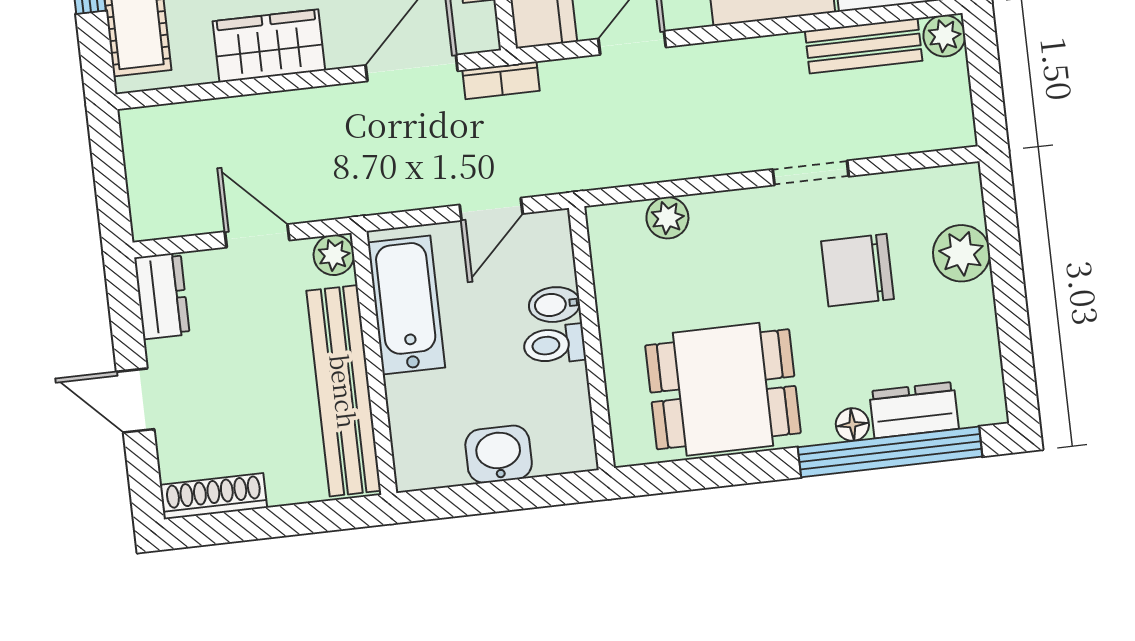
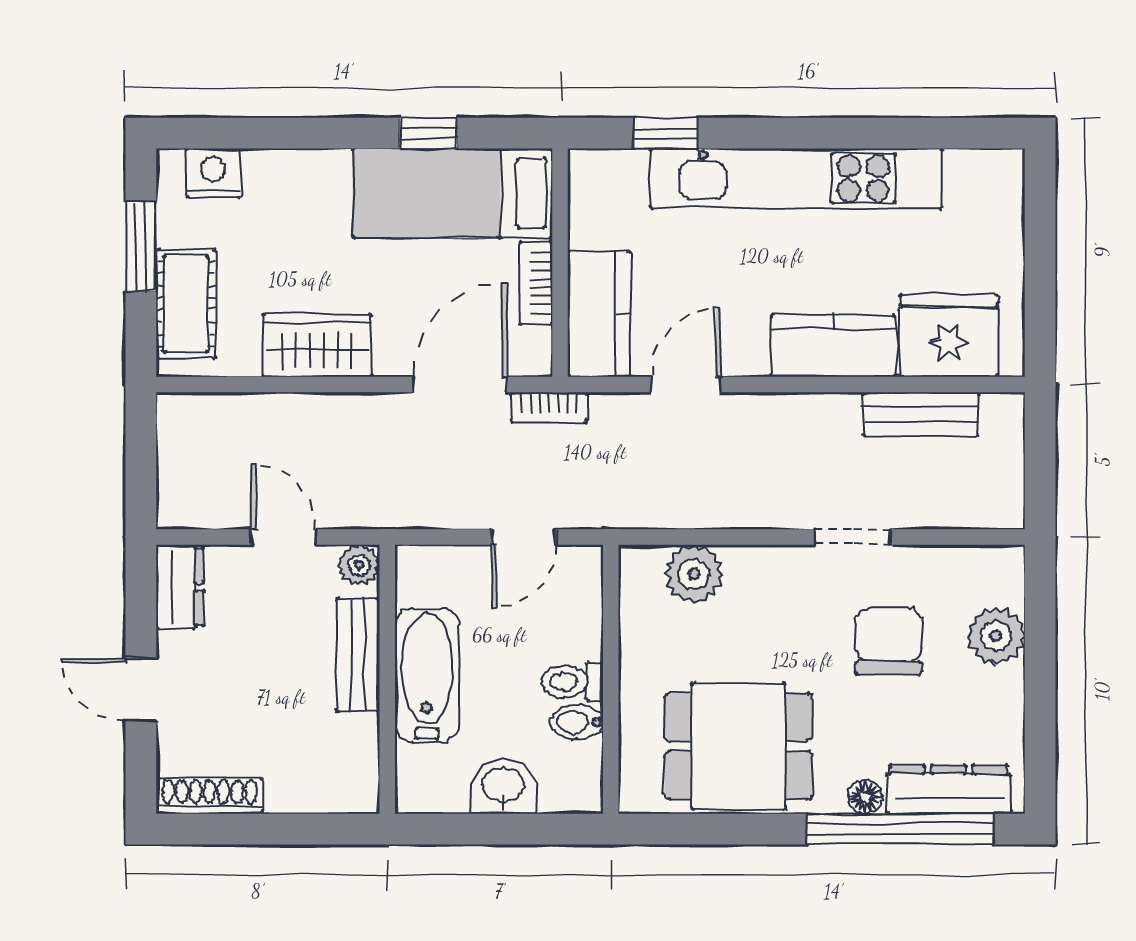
plant: (944, 36) -> (1004, 413), removed
plant: (667, 218) -> (694, 574), width x1.38, depth x1.38
chair: (858, 270) -> (889, 641), turned 90
bathtub: (406, 305) -> (427, 675), moved
bidet: (554, 305) -> (577, 722), moved
bench: (344, 391) -> (358, 655), width x0.54, depth x0.82
dresser: (914, 410) -> (949, 789), width x1.44

